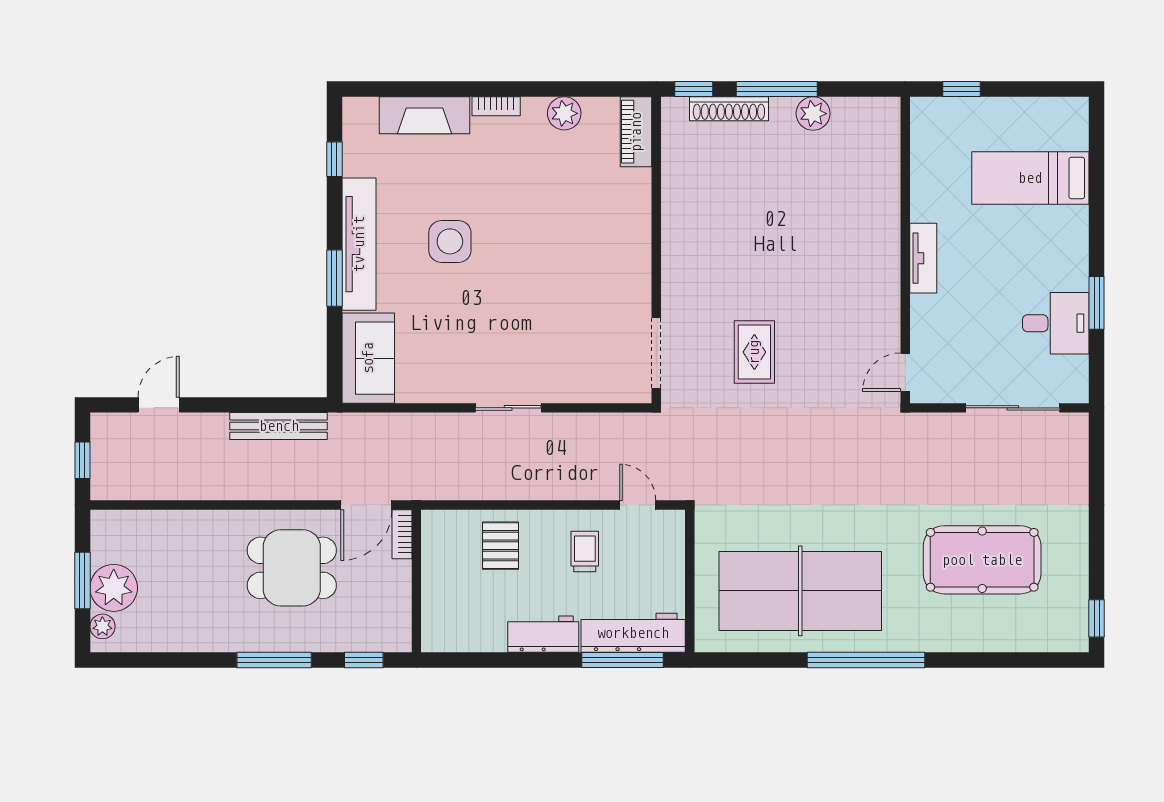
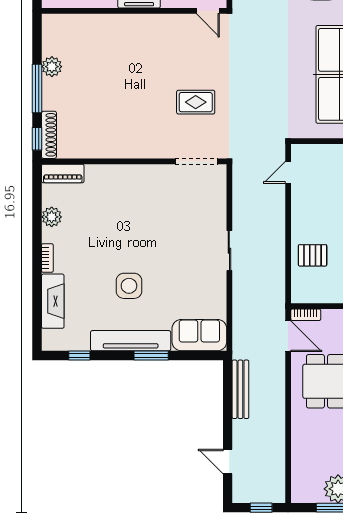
shoe rack: (729, 109) -> (49, 135), moved
trolley: (585, 551) -> (316, 204), removed

